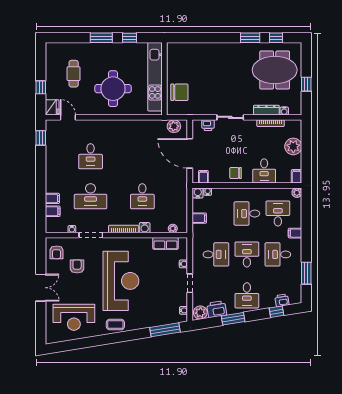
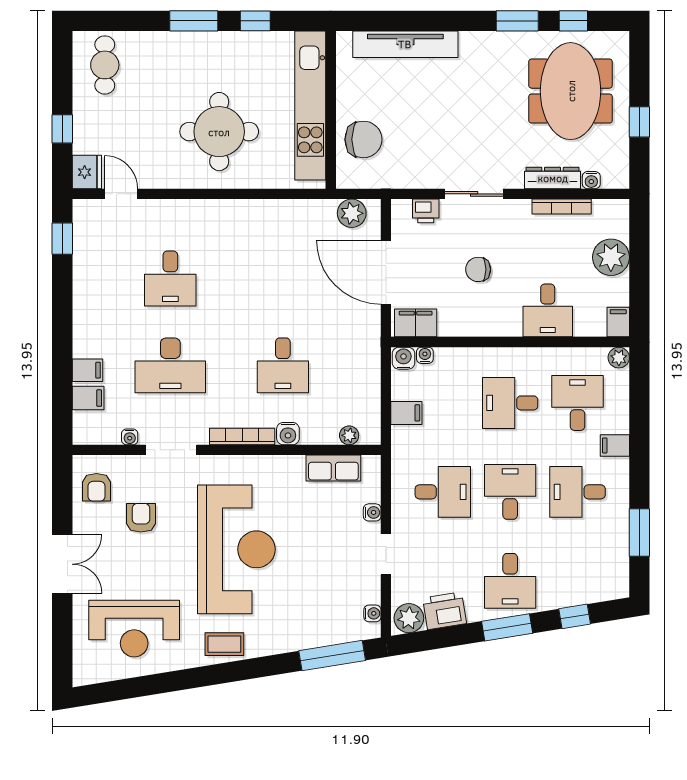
tv unit: (199, 49) -> (405, 44), added
meeting table: (275, 70) -> (571, 91), turned 90
cafe table: (74, 74) -> (105, 65), moved
chair: (236, 173) -> (478, 269), moved
filing cabinet: (203, 177) -> (416, 323), width x2.00
printer: (282, 300) -> (586, 592), removed
window: (233, 319) -> (507, 627), moved

